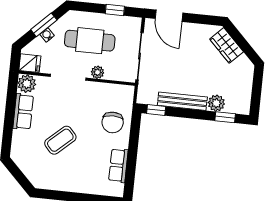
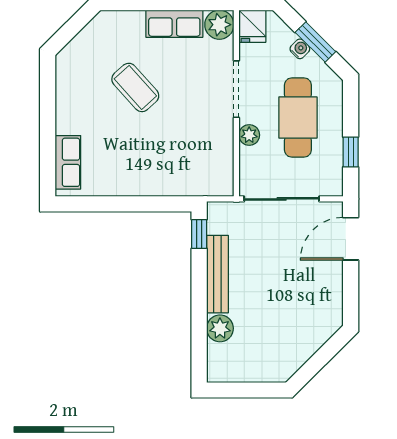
wardrobe: (227, 45) -> (313, 335), removed
window: (225, 117) -> (199, 345), removed
chair: (113, 122) -> (172, 167), removed
row of seats: (118, 166) -> (68, 162), moved, turned 90

